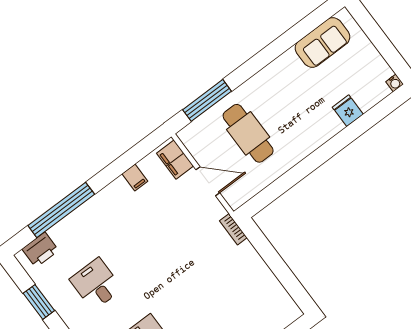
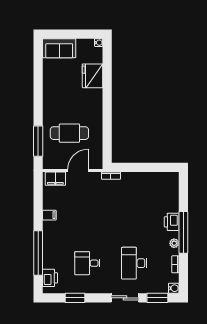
sofa: (322, 42) -> (59, 48), moved, turned 90
fridge: (348, 111) -> (92, 76), width x1.88, depth x1.34
filing cabinet: (135, 177) -> (49, 215), moved

